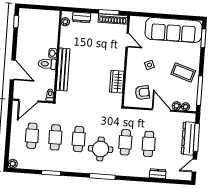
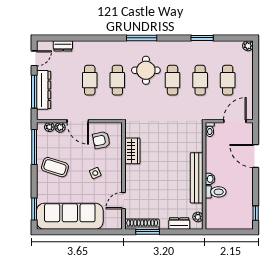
door: (127, 40) -> (124, 201), hinge flipped
toilet: (47, 64) -> (216, 192), moved
bench: (63, 69) -> (197, 178), moved
dresser: (158, 174) -> (63, 46), moved

